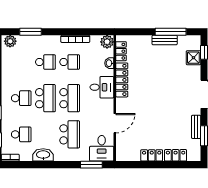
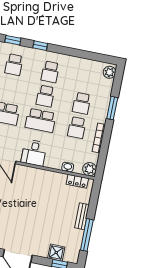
window: (30, 32) -> (112, 108), moved
bench: (165, 40) -> (82, 216), moved
locker: (122, 80) -> (48, 176), removed
desk: (102, 87) -> (34, 153), moved
school desk: (45, 98) -> (45, 96), width x0.54

